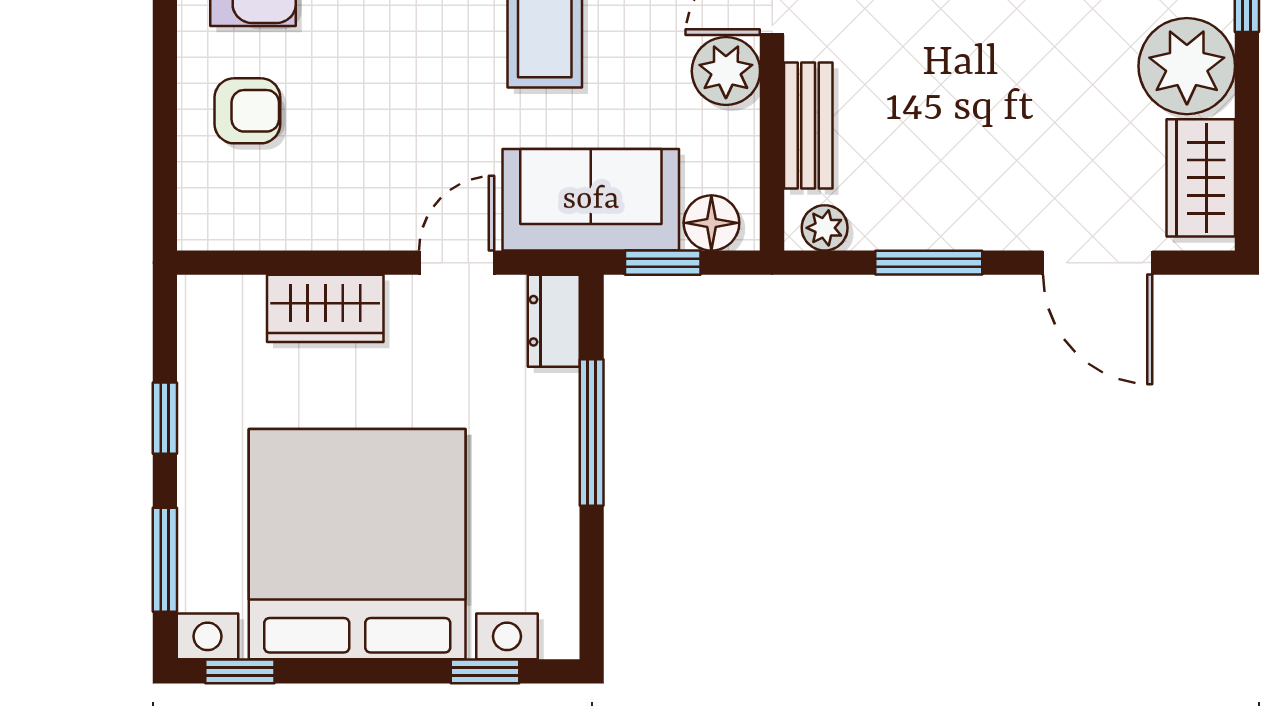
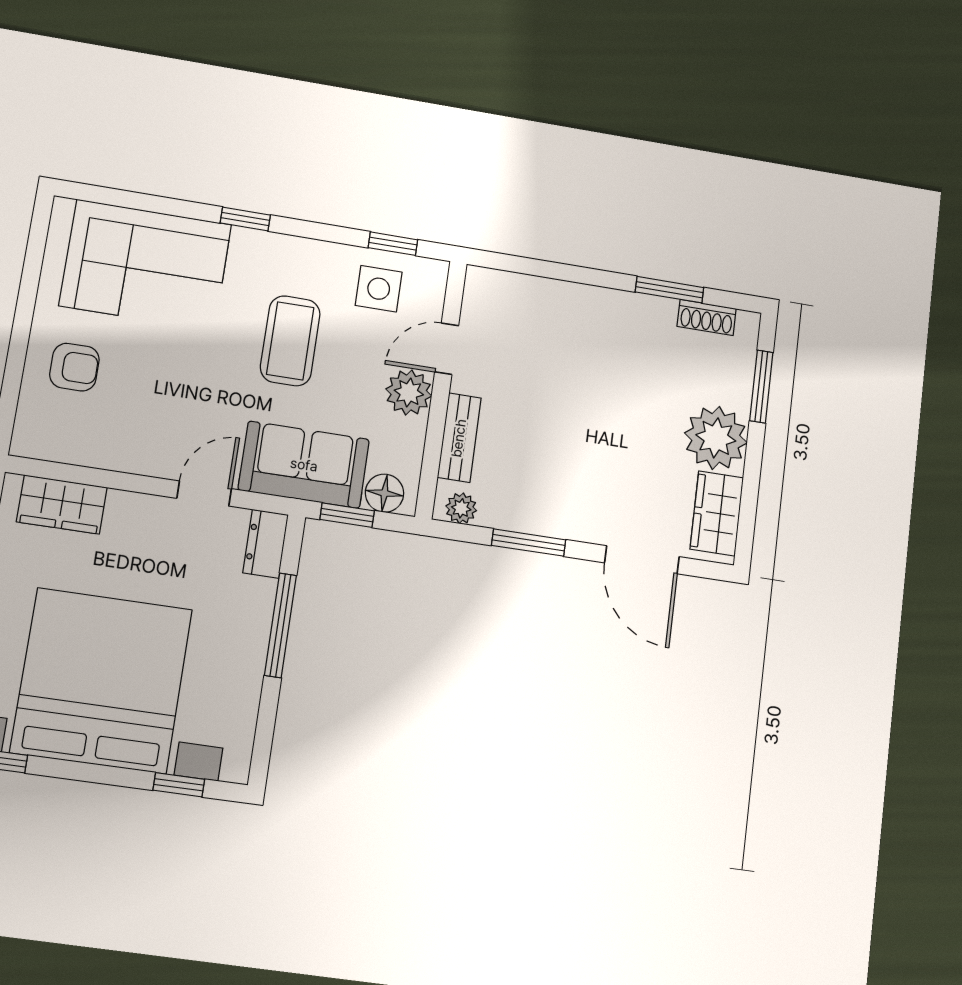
wardrobe: (325, 308) -> (62, 505), moved

